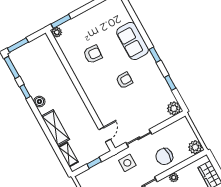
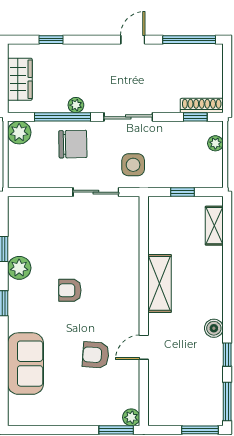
sofa: (133, 41) -> (25, 364), moved
plant: (174, 108) -> (19, 268), moved
shelving: (55, 128) -> (159, 283), moved
door: (105, 135) -> (144, 347), moved
window: (177, 168) -> (63, 117), added

